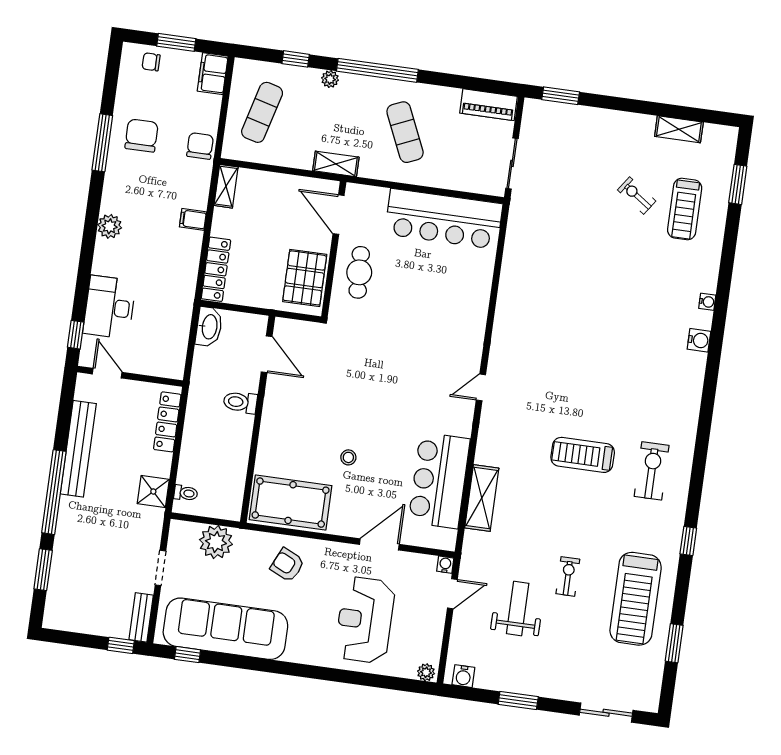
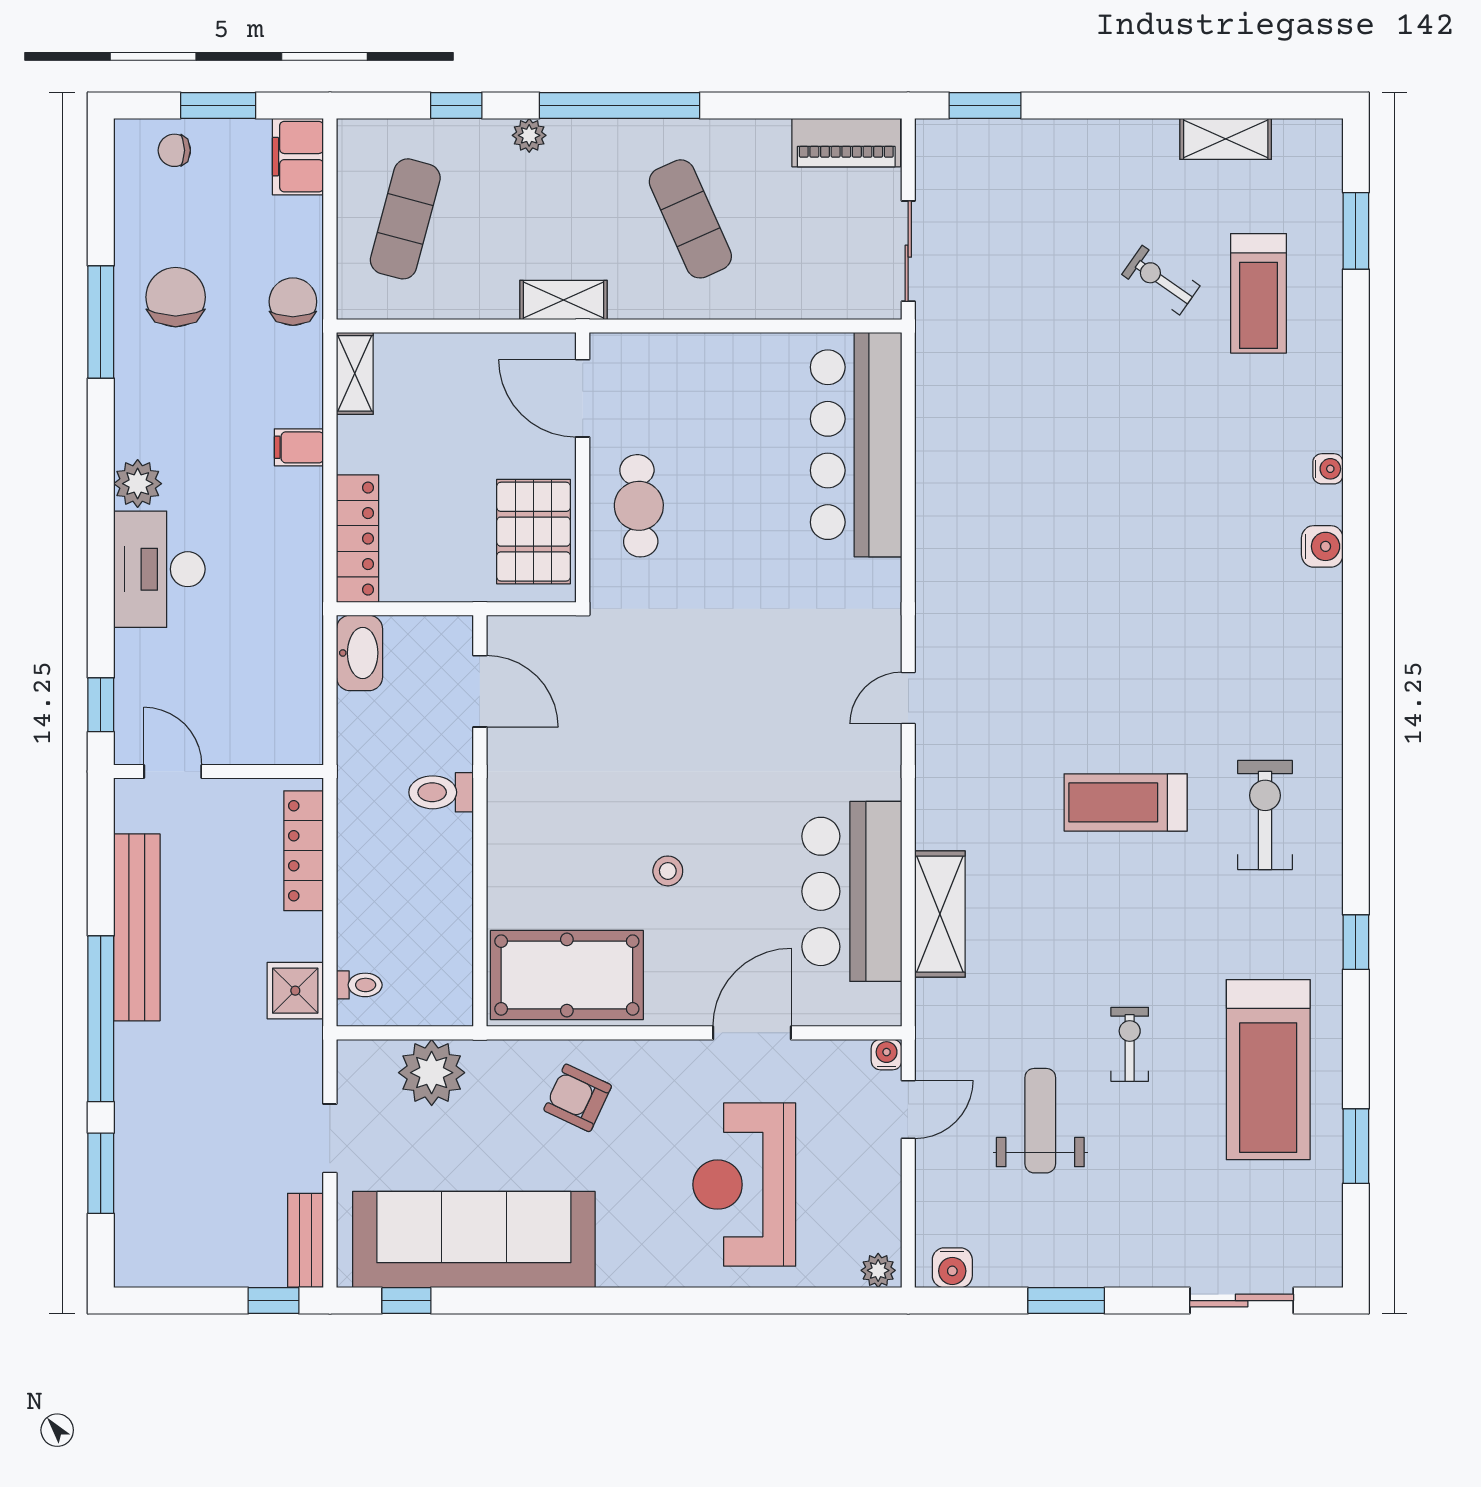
bar counter: (444, 219) -> (856, 445), moved, turned 90
desk: (109, 307) -> (159, 569), moved

